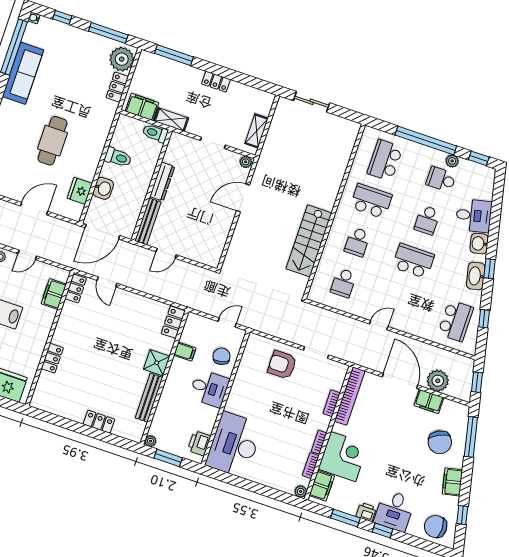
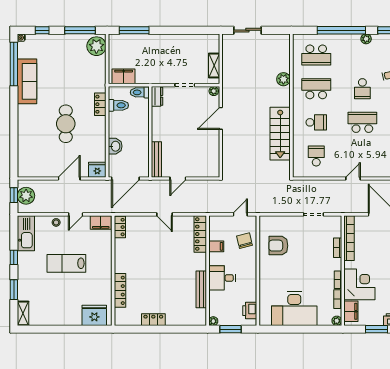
locker: (216, 82) -> (172, 39), removed
locker: (117, 87) -> (100, 104), moved
shelving: (171, 120) -> (148, 78), removed
toilet: (118, 157) -> (118, 105), moved
school desk: (385, 160) -> (316, 55), turned -90
plant: (335, 176) -> (283, 79), added
school desk: (441, 179) -> (362, 55), removed
dresser: (162, 182) -> (157, 96), moved, width x0.70
fridge: (80, 191) -> (97, 170), moved, turned 90
school desk: (357, 242) -> (316, 122), turned -90
door: (107, 282) -> (164, 214), moved
school desk: (343, 283) -> (316, 156), turned 180
filing cabinet: (54, 294) -> (101, 222), moved, turned -90
locker: (173, 322) -> (200, 234), width x1.53
locker: (52, 358) -> (120, 290), width x1.53
shower: (157, 363) -> (198, 262), removed
armchair: (282, 365) -> (278, 246), moved
desk: (209, 388) -> (222, 278), moved, turned 180
locker: (99, 422) -> (153, 320), moved
desk: (234, 445) -> (294, 309), moved, turned -90

